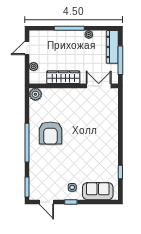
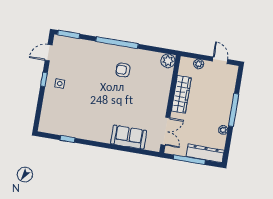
armchair: (50, 133) -> (123, 70), width x0.53, depth x0.53
sofa: (98, 191) -> (129, 137), moved, turned -90

